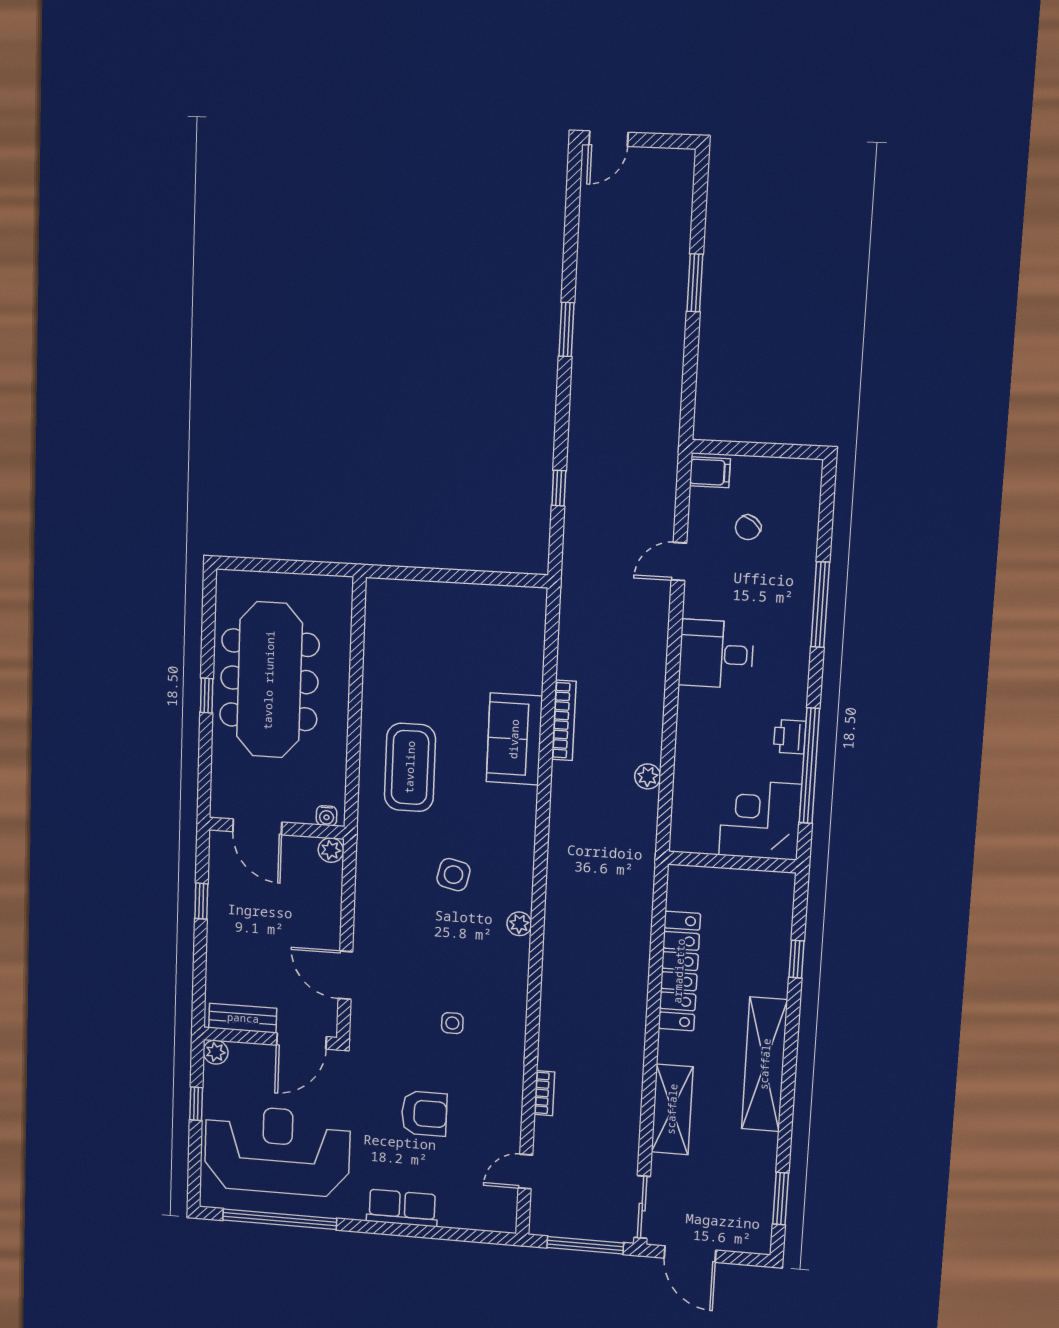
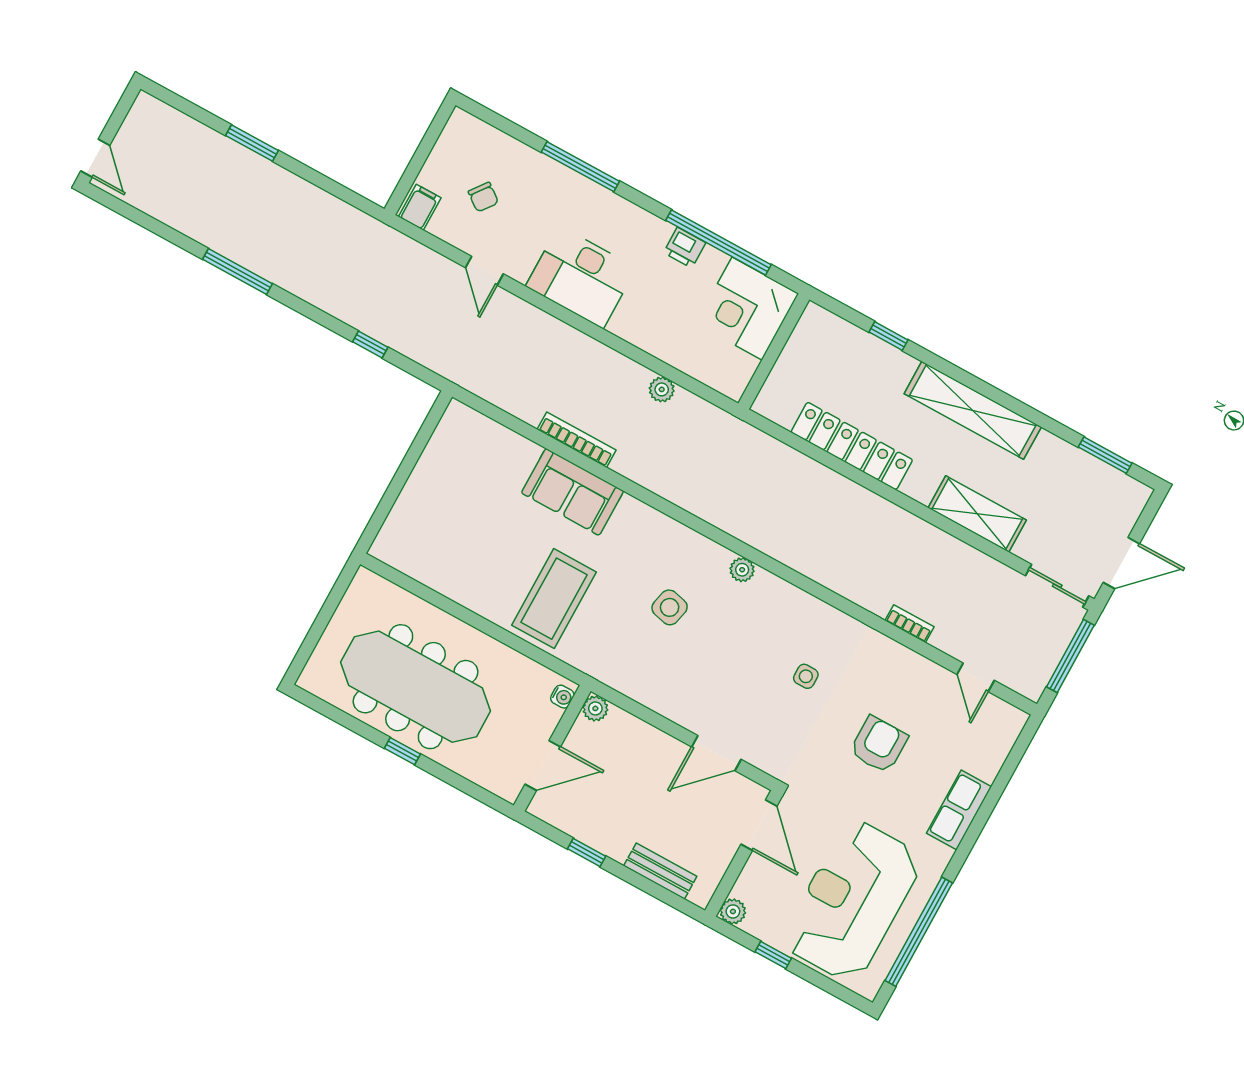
window: (567, 329) -> (237, 272), width x1.44
desk: (716, 654) -> (581, 277), width x1.37
coffee table: (410, 767) -> (554, 599), turned 90
bench: (243, 1018) -> (660, 871), moved, turned 90

